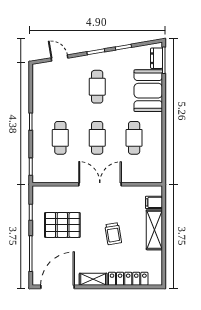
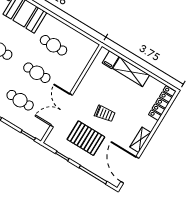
double door: (100, 184) -> (61, 110), moved
pallet: (62, 225) -> (86, 138), turned 90
trolley: (113, 234) -> (105, 114), moved
locker: (128, 279) -> (162, 103), moved

